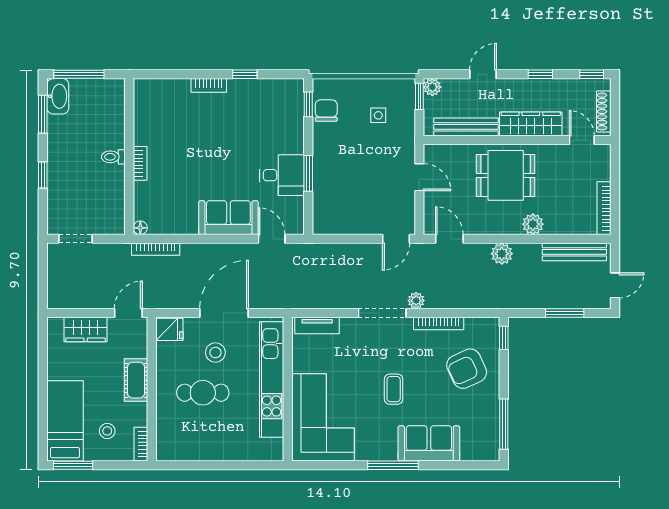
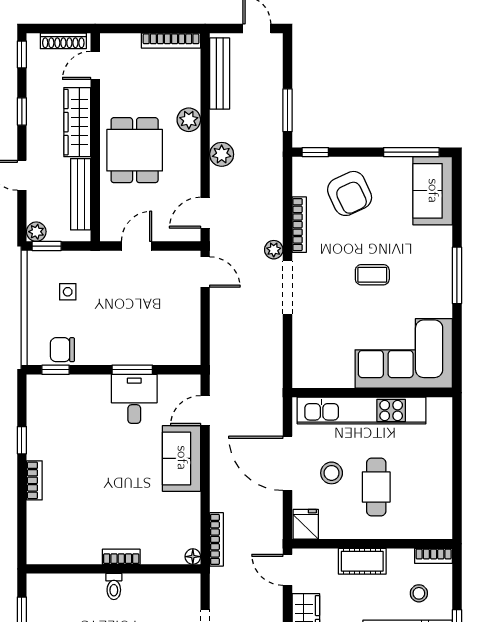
window: (565, 313) -> (288, 110), moved
tv unit: (317, 325) -> (302, 360), removed
sofa: (429, 443) -> (433, 191), moved

